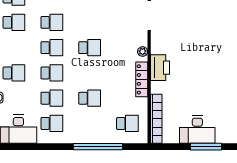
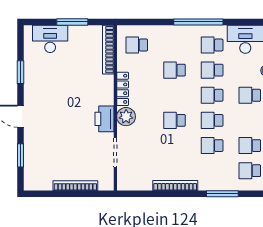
plant: (143, 52) -> (126, 117), width x1.87, depth x1.87
printer: (160, 68) -> (104, 119), moved
desk: (197, 130) -> (50, 39), moved
window: (98, 147) -> (198, 22), moved
window: (206, 147) -> (72, 22), moved

